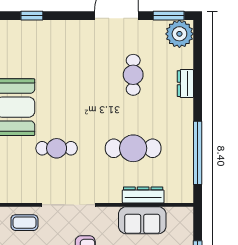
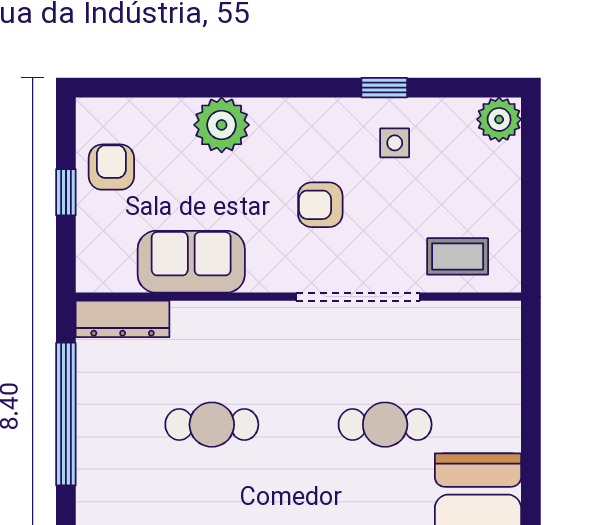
cafe table: (133, 148) -> (212, 425), width x0.73, depth x0.74
dresser: (143, 195) -> (123, 319), moved

